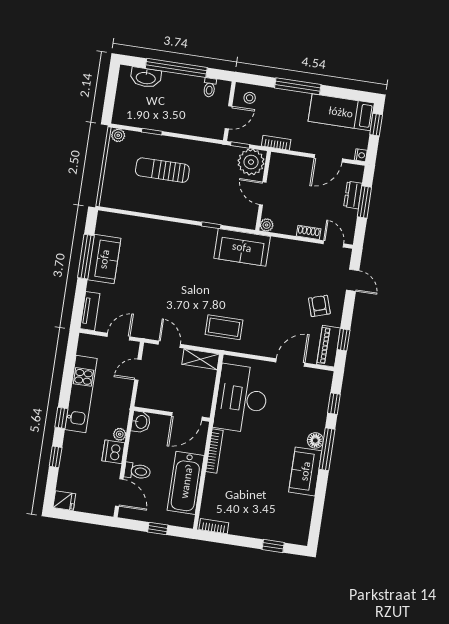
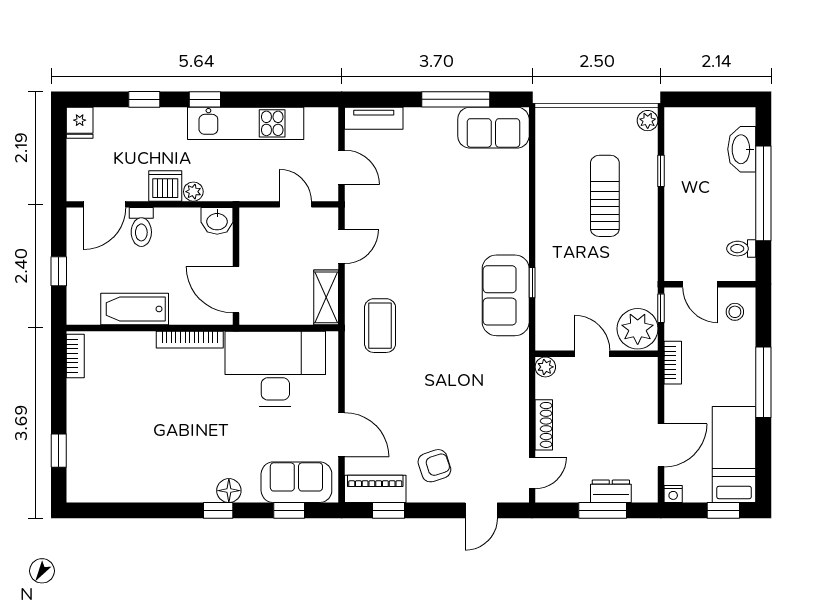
door: (328, 158) -> (661, 445), swing flipped
door: (263, 194) -> (592, 354), hinge flipped
shoe rack: (309, 232) -> (544, 425), width x1.43
sofa: (242, 247) -> (506, 295), moved
sofa: (104, 259) -> (493, 128), moved
window: (327, 449) -> (218, 510), width x0.46
sofa: (305, 471) -> (296, 482), moved
bathtub: (186, 483) -> (135, 309), width x0.73, depth x0.73

